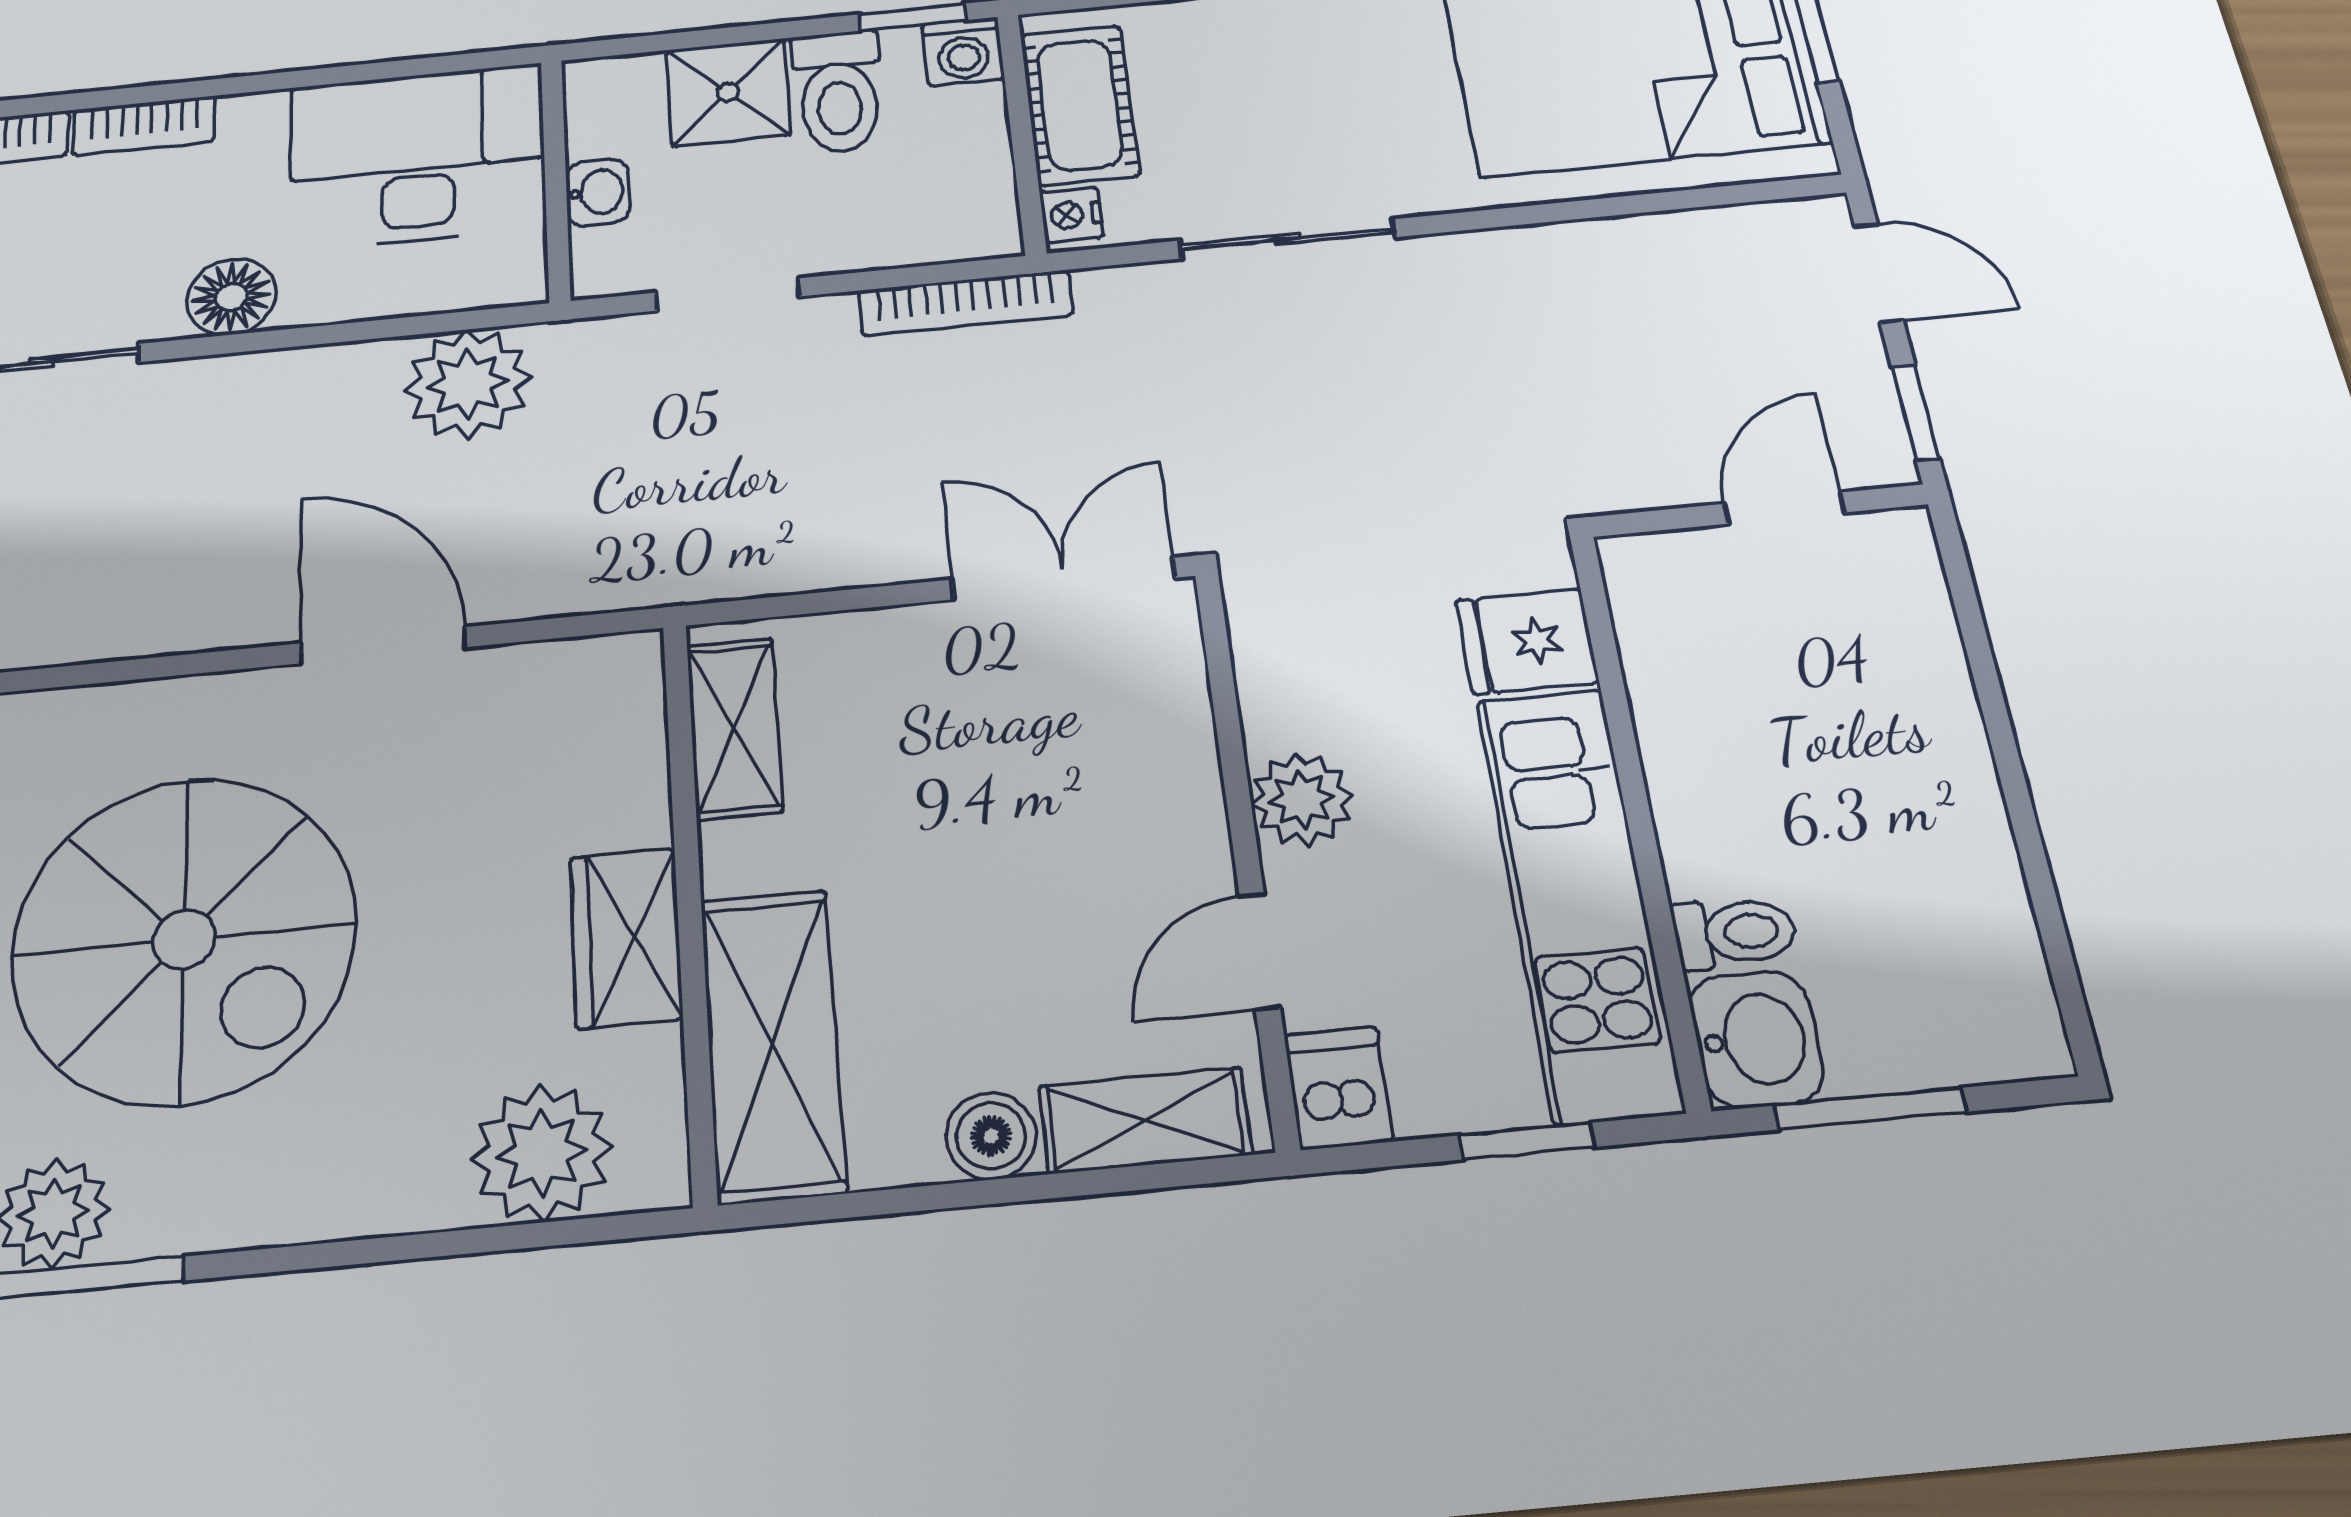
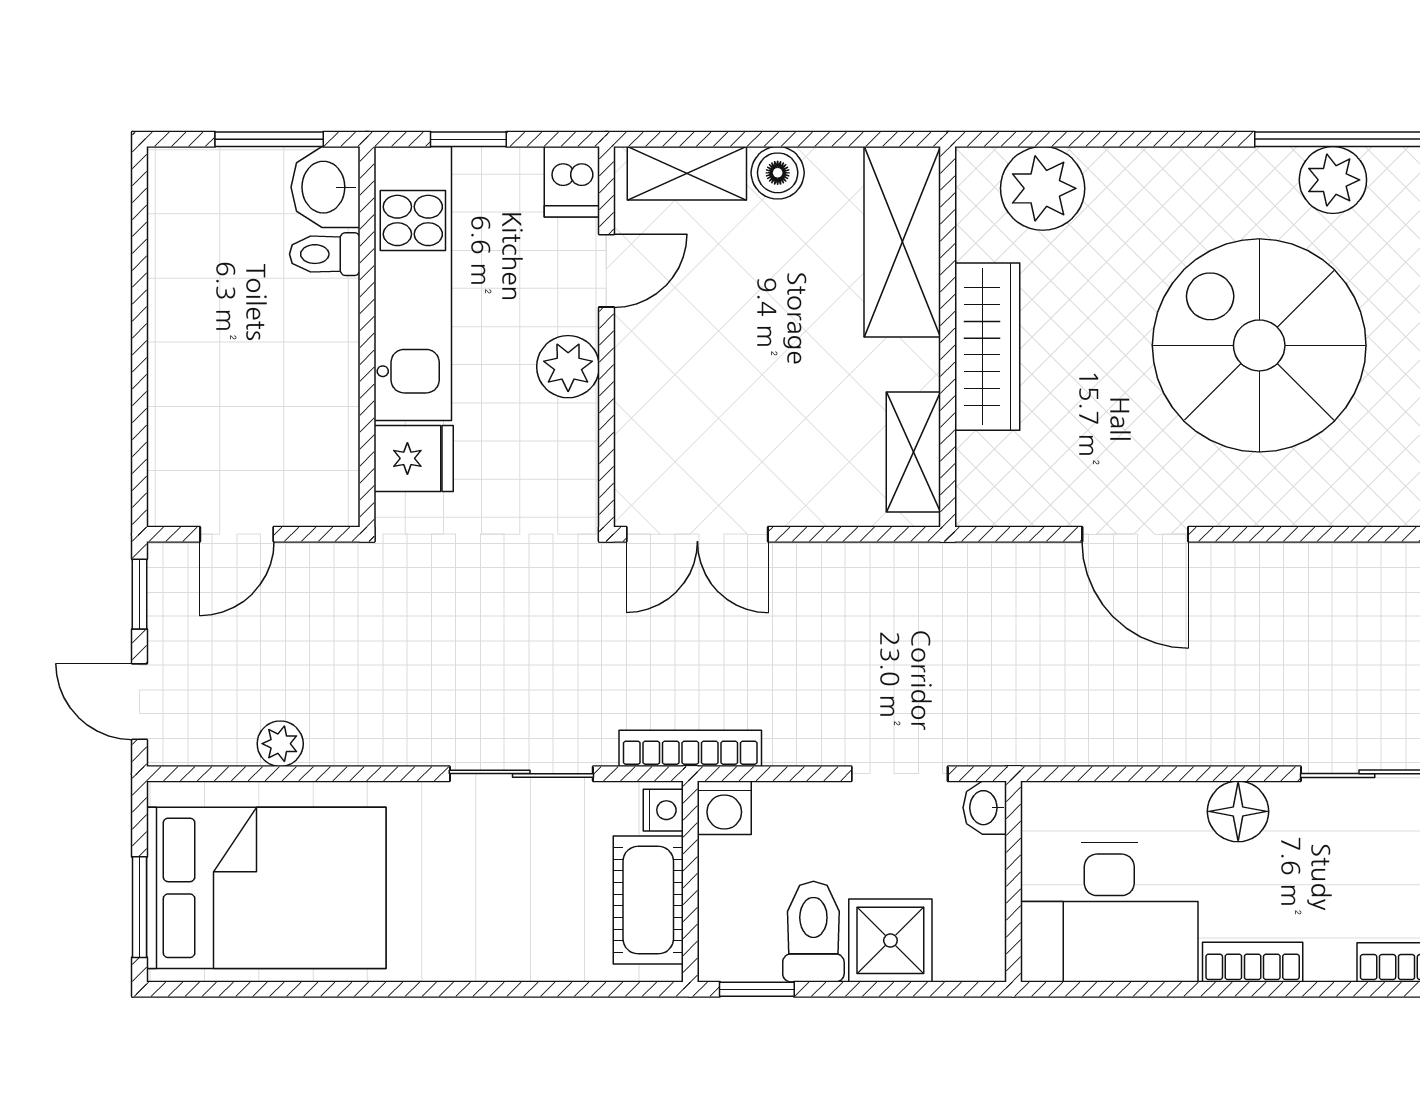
washing machine: (963, 51) -> (724, 808), moved, turned 180
bookcase: (144, 126) -> (1253, 962), moved
washbasin: (598, 192) -> (985, 808), moved
bookcase: (965, 303) -> (690, 748), moved
plant: (468, 384) -> (280, 744), moved, width x0.53, depth x0.53
wardrobe: (626, 938) -> (987, 347), width x1.50

